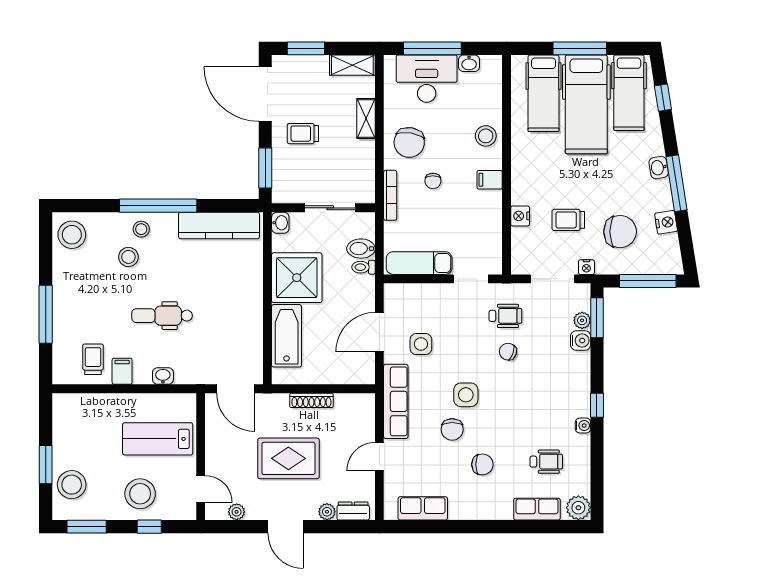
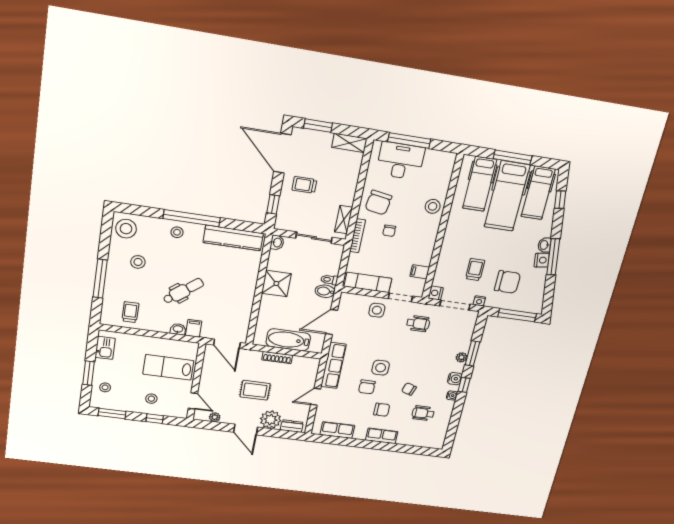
washbasin: (469, 63) -> (433, 155), removed
shelving: (366, 119) -> (344, 220), moved
window: (265, 168) -> (273, 204), width x0.67
filing cabinet: (490, 180) -> (420, 272), moved
nightstand: (520, 216) -> (436, 293), moved
trolley: (568, 220) -> (475, 270), turned 90
nightstand: (666, 222) -> (542, 260), moved
bidet: (361, 249) -> (325, 291), moved
stool: (128, 257) -> (138, 262), moved
shower: (297, 278) -> (276, 283), width x0.73, depth x0.73
dental chair: (162, 316) -> (183, 291), turned 142
window: (597, 318) -> (472, 353), moved
plant: (582, 320) -> (461, 357), moved
bathtub: (287, 336) -> (288, 340), moved, turned -90
water cooler: (581, 341) -> (455, 379), moved
side table: (421, 344) -> (377, 310), moved
chair: (508, 352) -> (409, 389), moved
filing cabinet: (122, 371) -> (194, 328), moved
kitchen sink: (64, 421) -> (105, 348), added
rug: (288, 458) -> (255, 390), width x0.73, depth x0.70
wheelchair: (546, 462) -> (423, 413), turned 180
stool: (72, 485) -> (105, 387), width x0.53, depth x0.53
stool: (140, 494) -> (151, 399), width x0.53, depth x0.53
plant: (578, 508) -> (437, 442), removed
row of seats: (537, 509) -> (382, 436), moved
plant: (327, 512) -> (271, 420), width x1.88, depth x1.88

